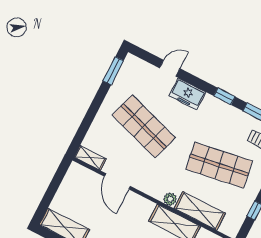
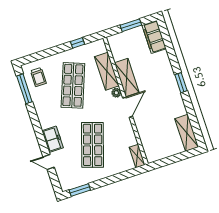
window: (224, 96) -> (34, 119), removed
shop shelf: (219, 165) -> (73, 85), turned 30
door: (117, 181) -> (128, 107), moved

